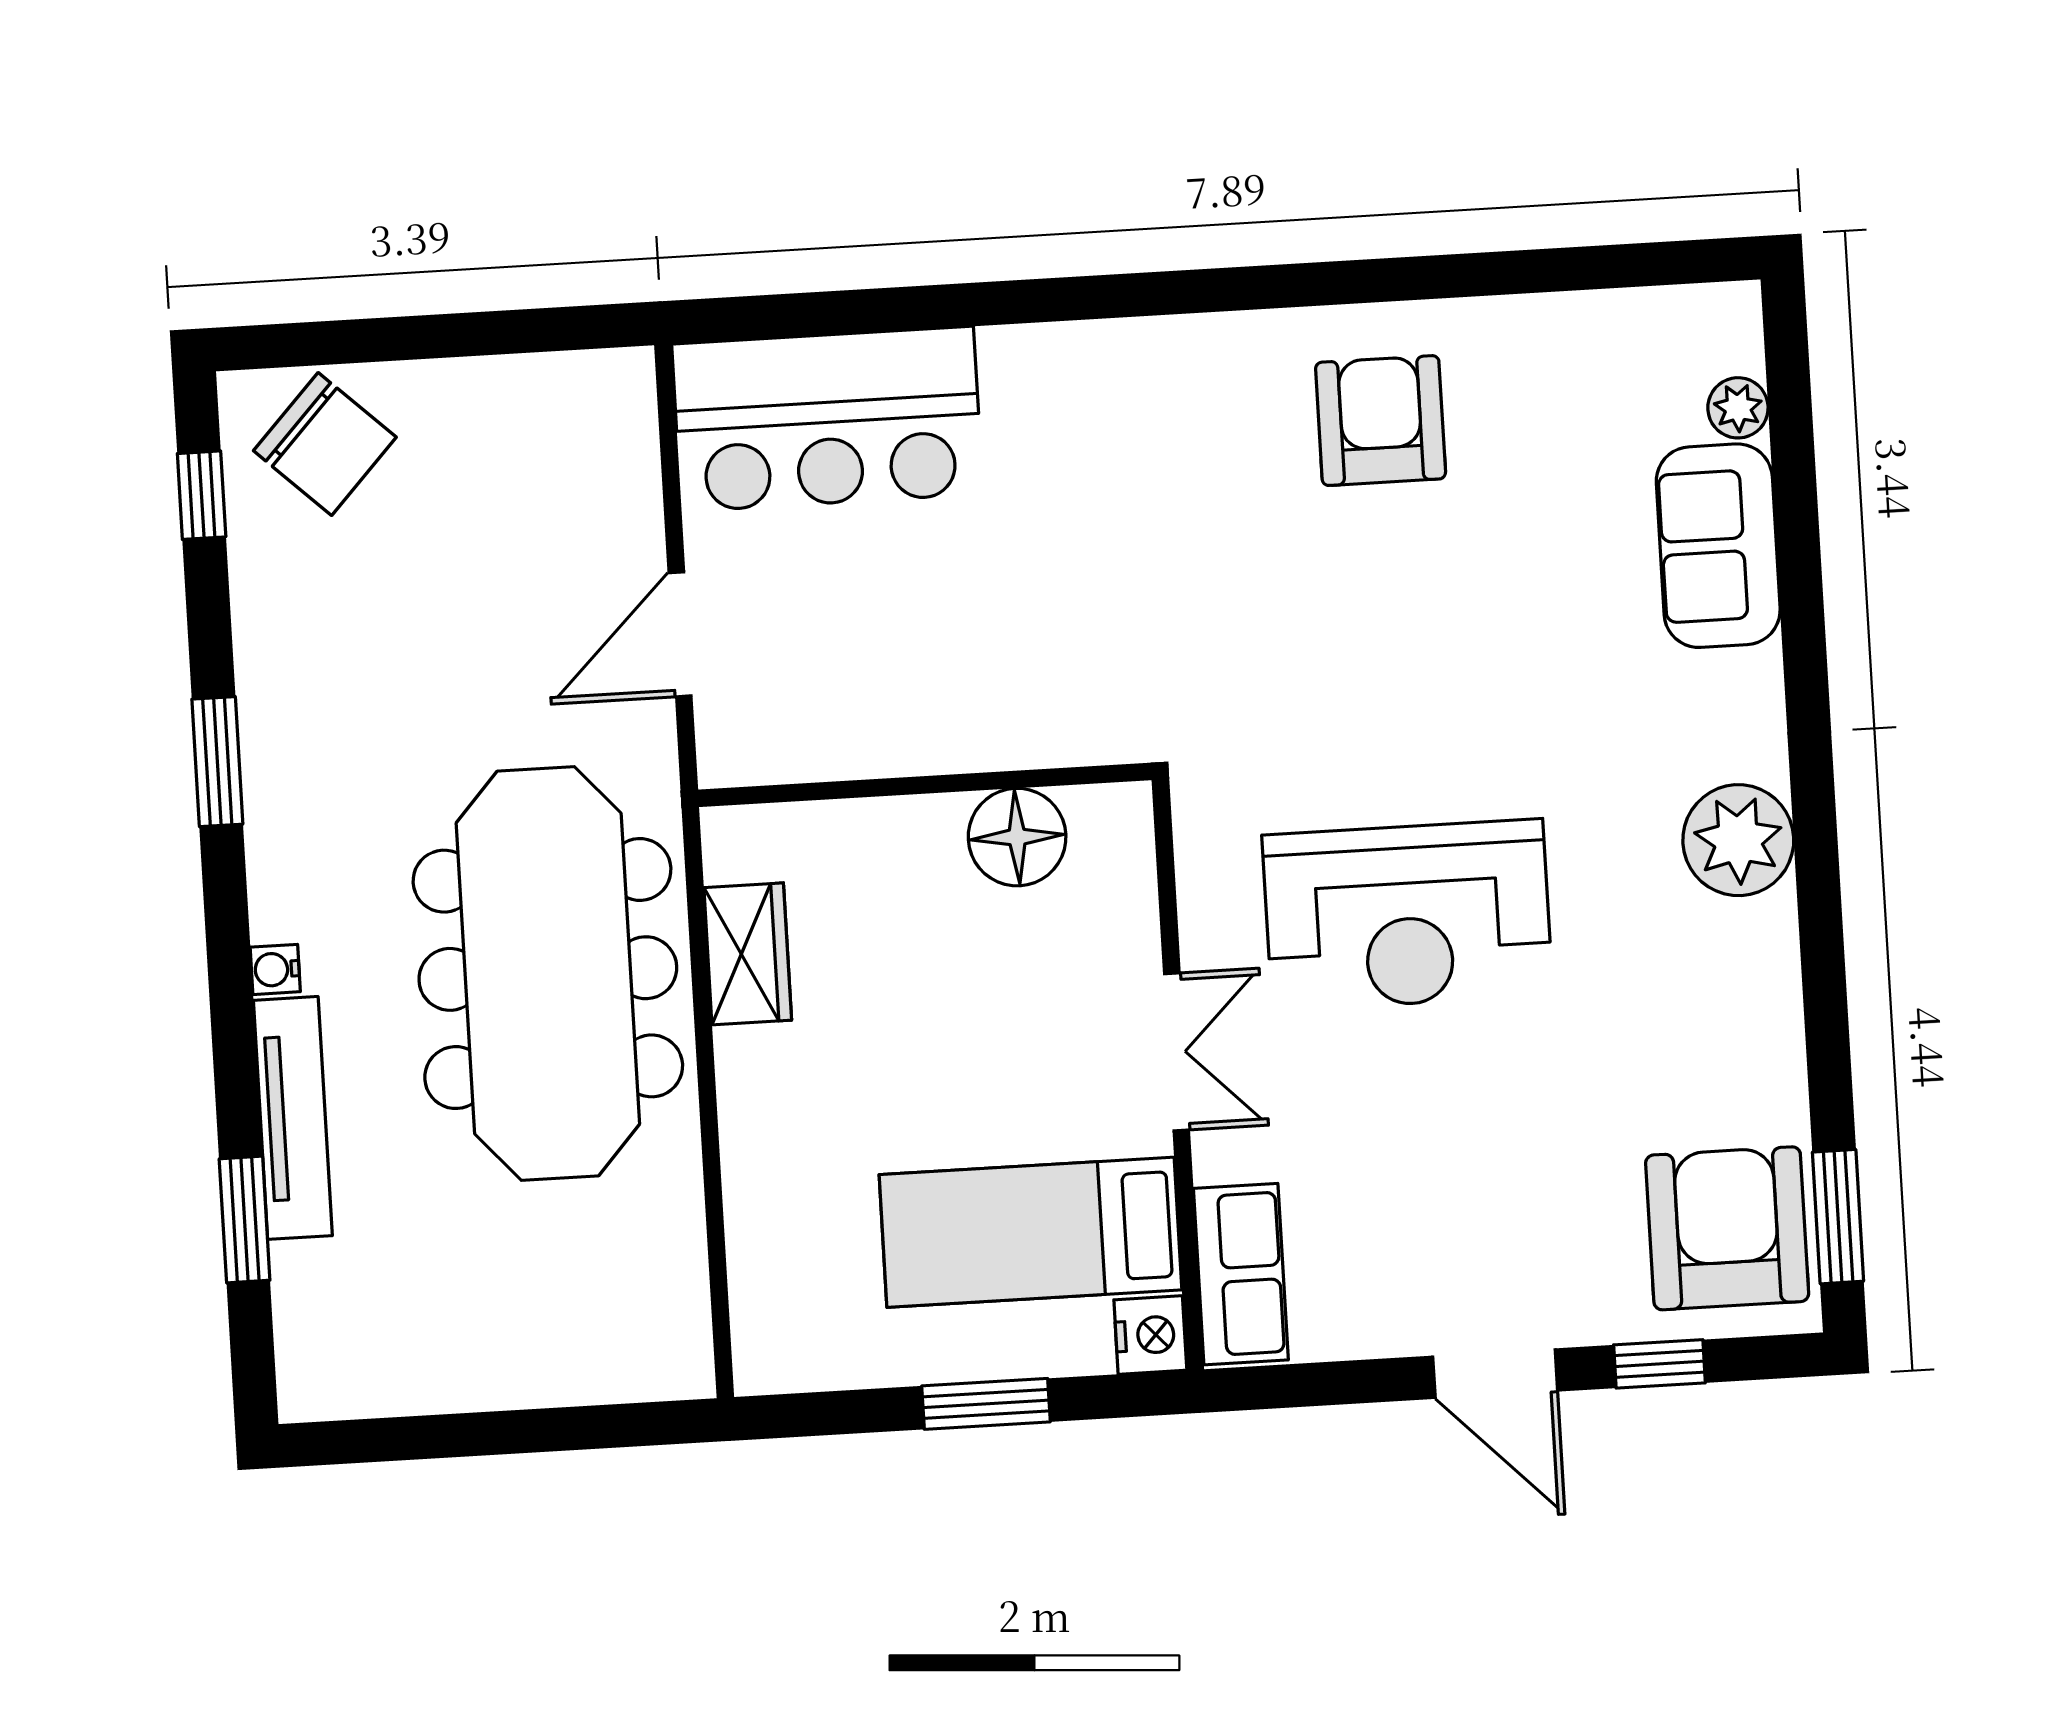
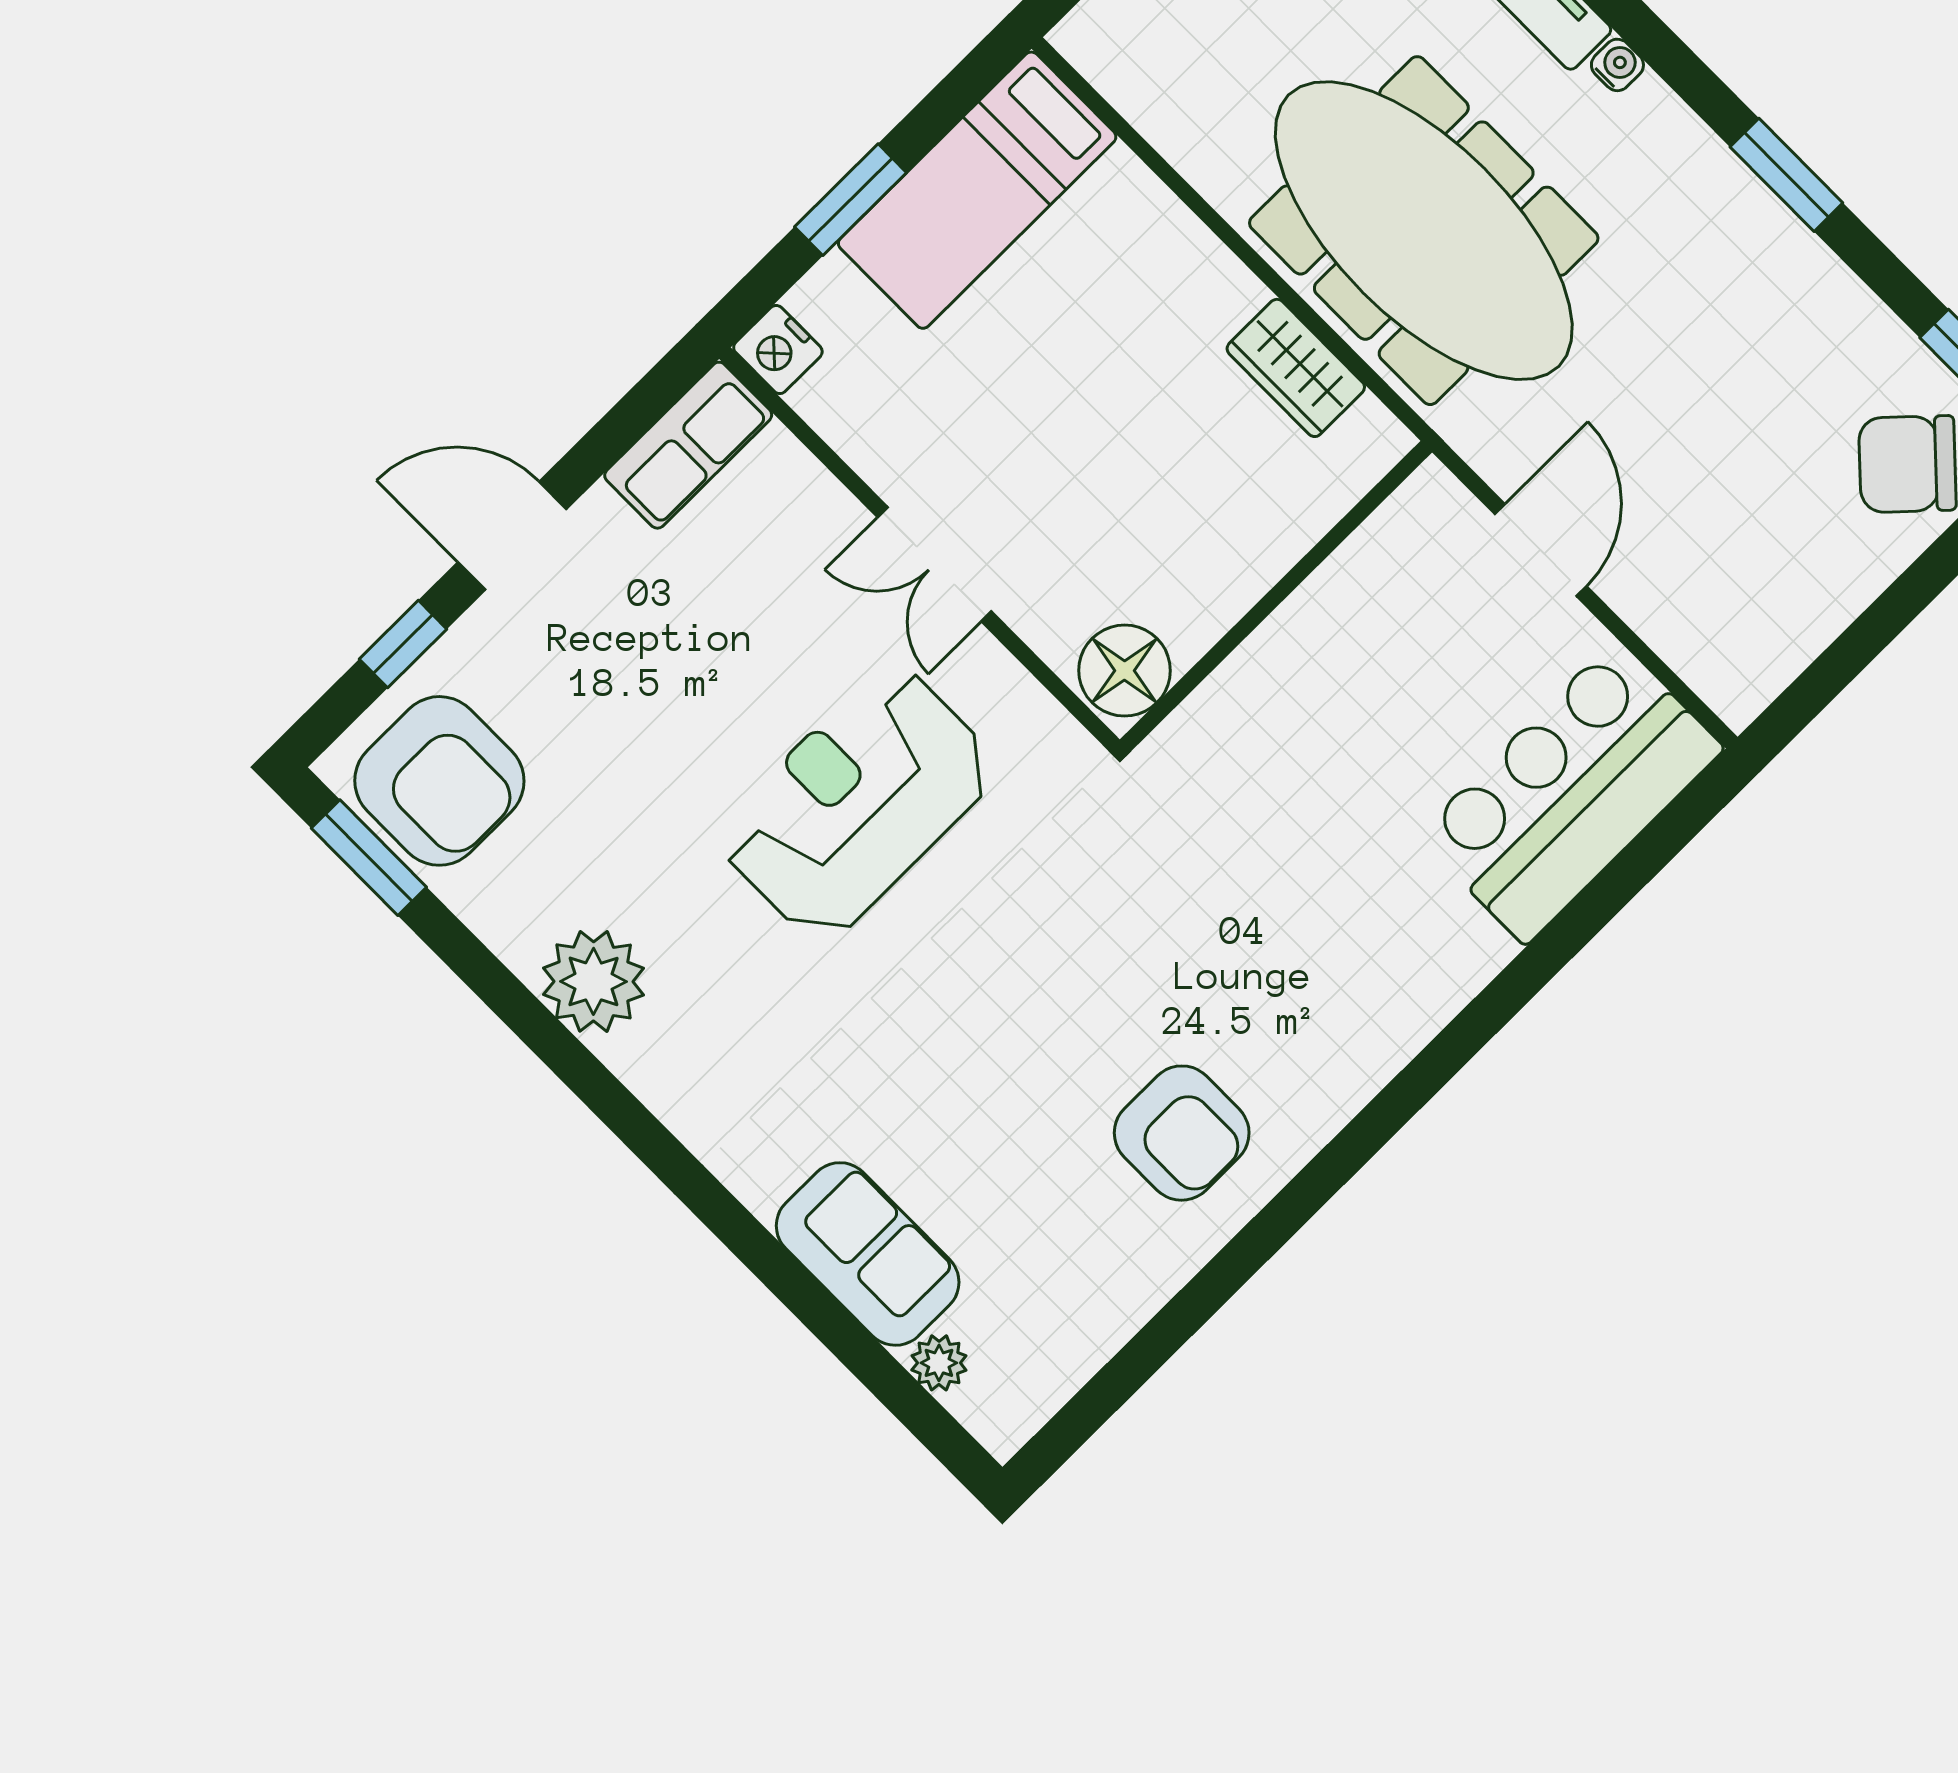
floor lamp: (1017, 837) -> (1125, 671), moved
plant: (1738, 840) -> (594, 981), moved
bed: (1031, 1232) -> (977, 190), moved, turned 180
row of seats: (1241, 1274) -> (688, 445), moved, turned -90

